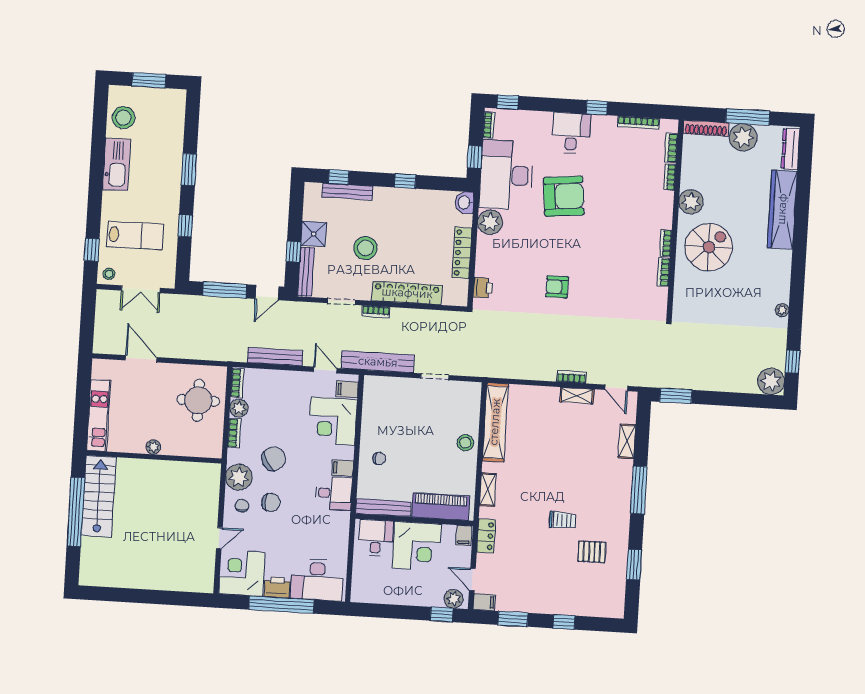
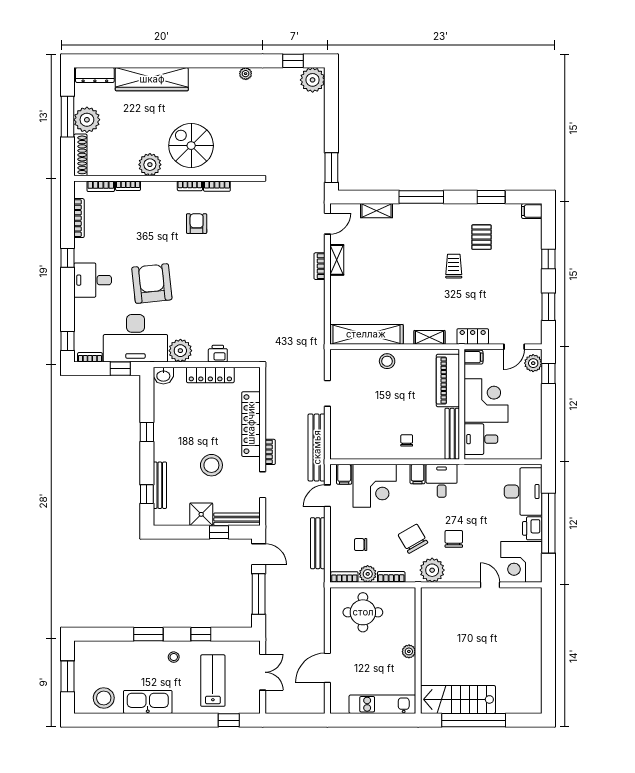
stool: (109, 274) -> (174, 657), moved
armchair: (557, 287) -> (197, 224), moved, turned 180
printer: (483, 288) -> (218, 354), moved
chair: (242, 506) -> (361, 545), moved
filing cabinet: (484, 602) -> (532, 211), moved, turned -90

